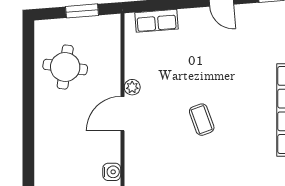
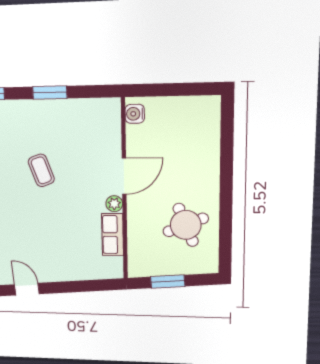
row of seats: (156, 21) -> (113, 235), moved, turned -85
round table: (65, 67) -> (186, 225), turned -30

